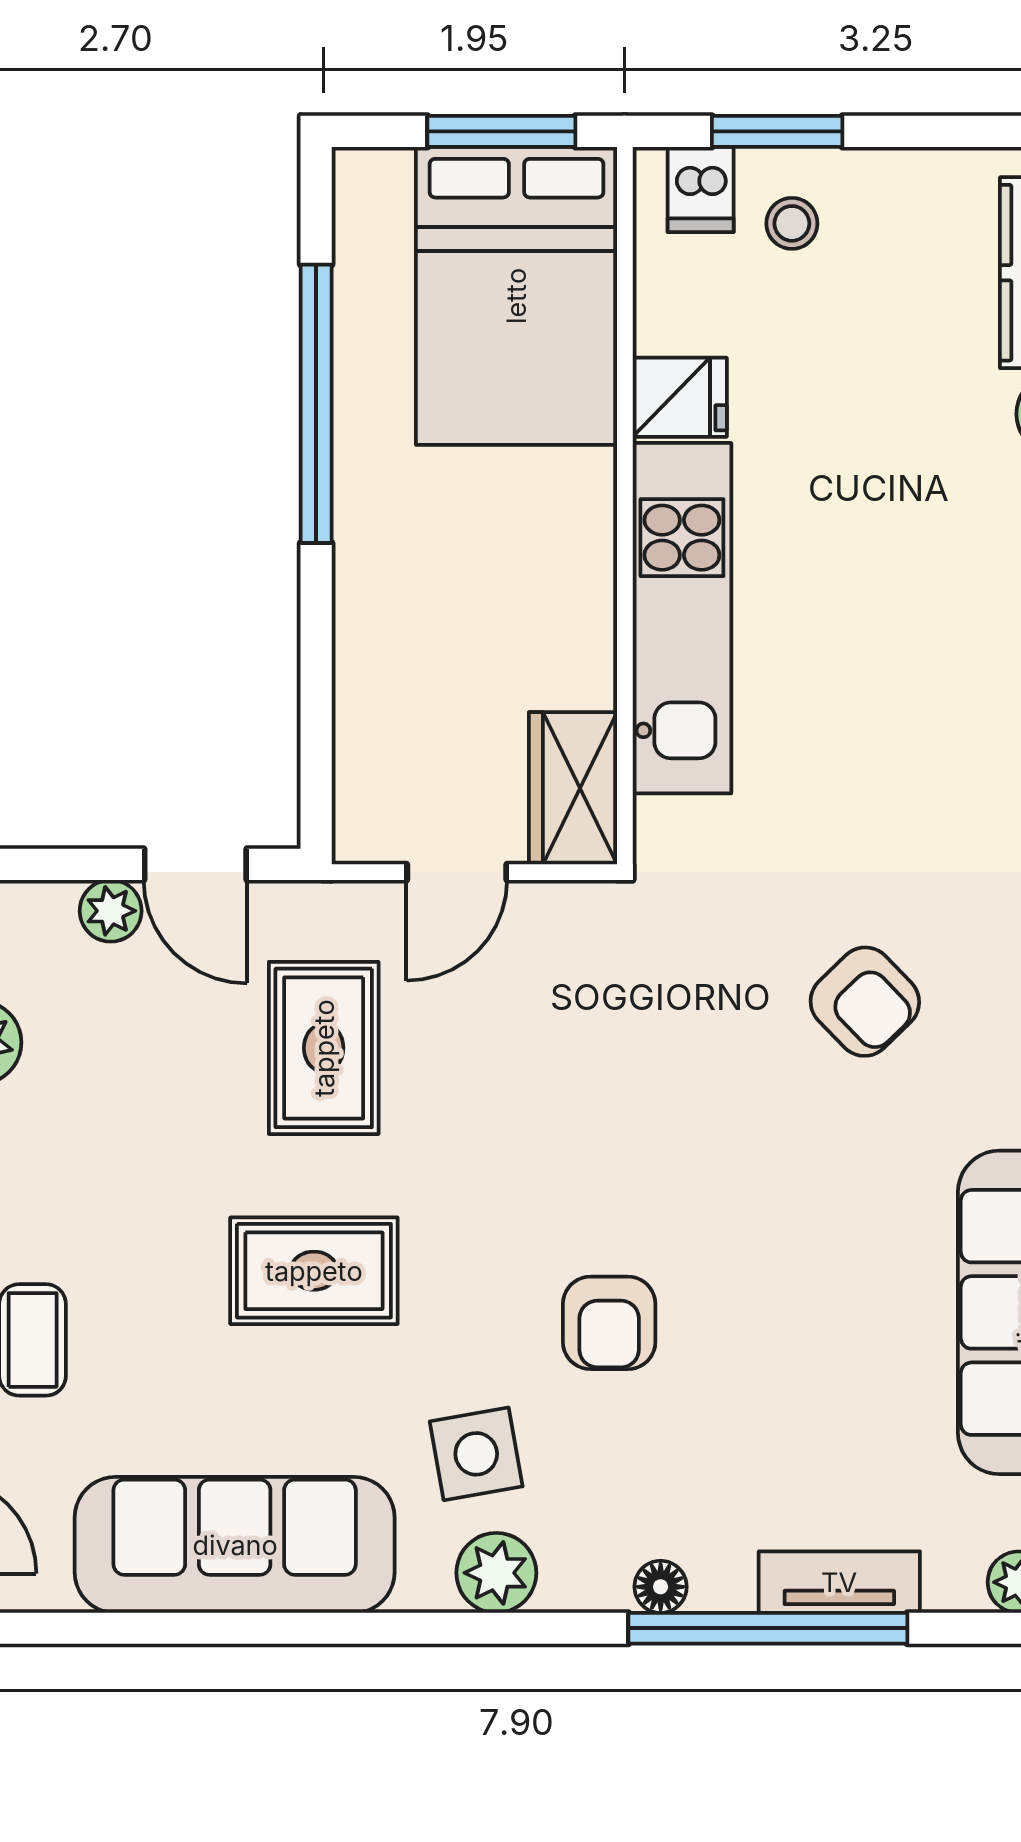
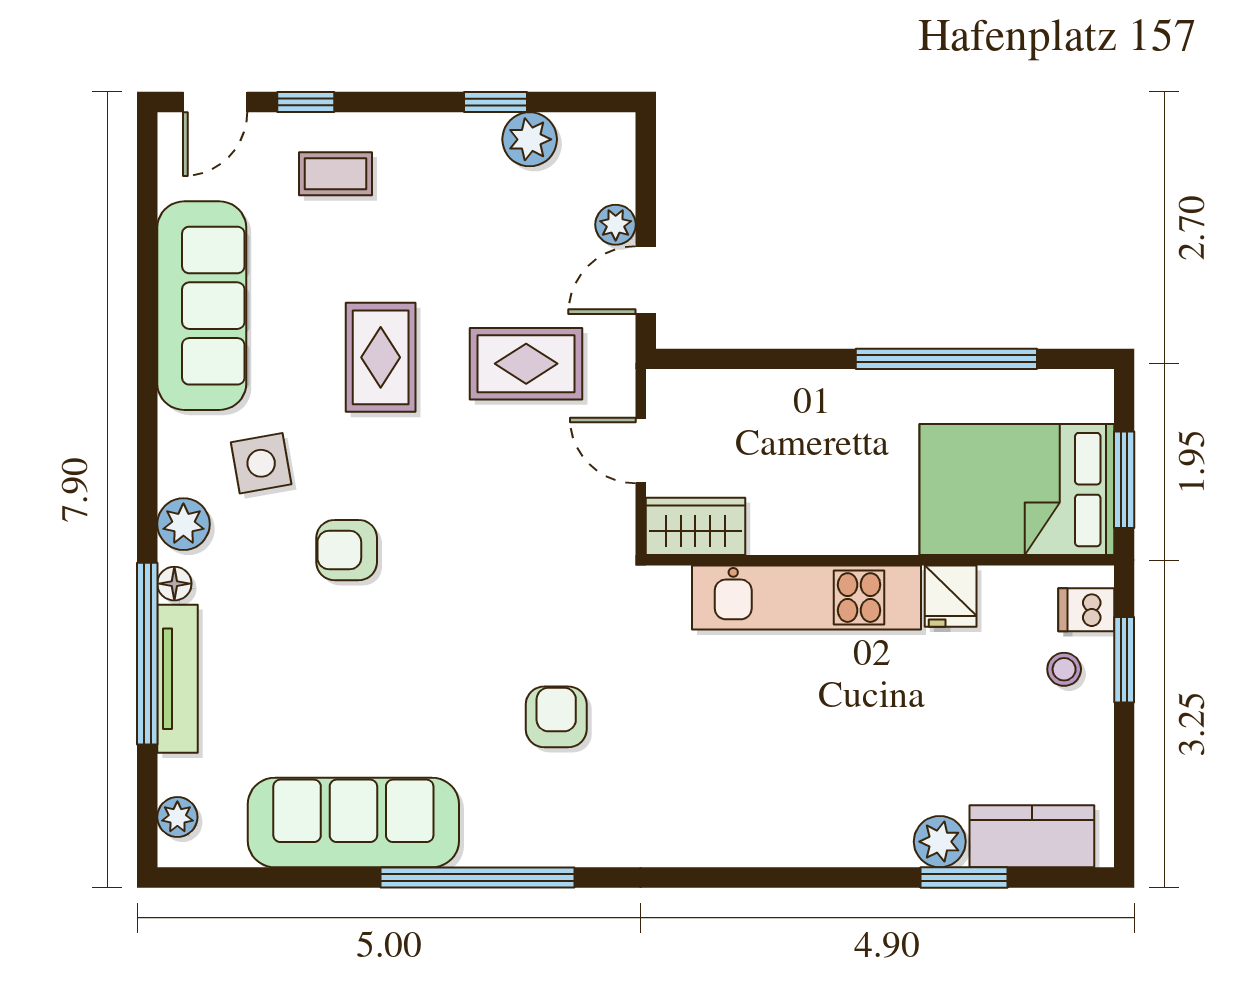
armchair: (865, 1002) -> (556, 717), turned 134
plant: (496, 1573) -> (183, 524), moved
tv unit: (839, 1582) -> (177, 679), width x1.41

